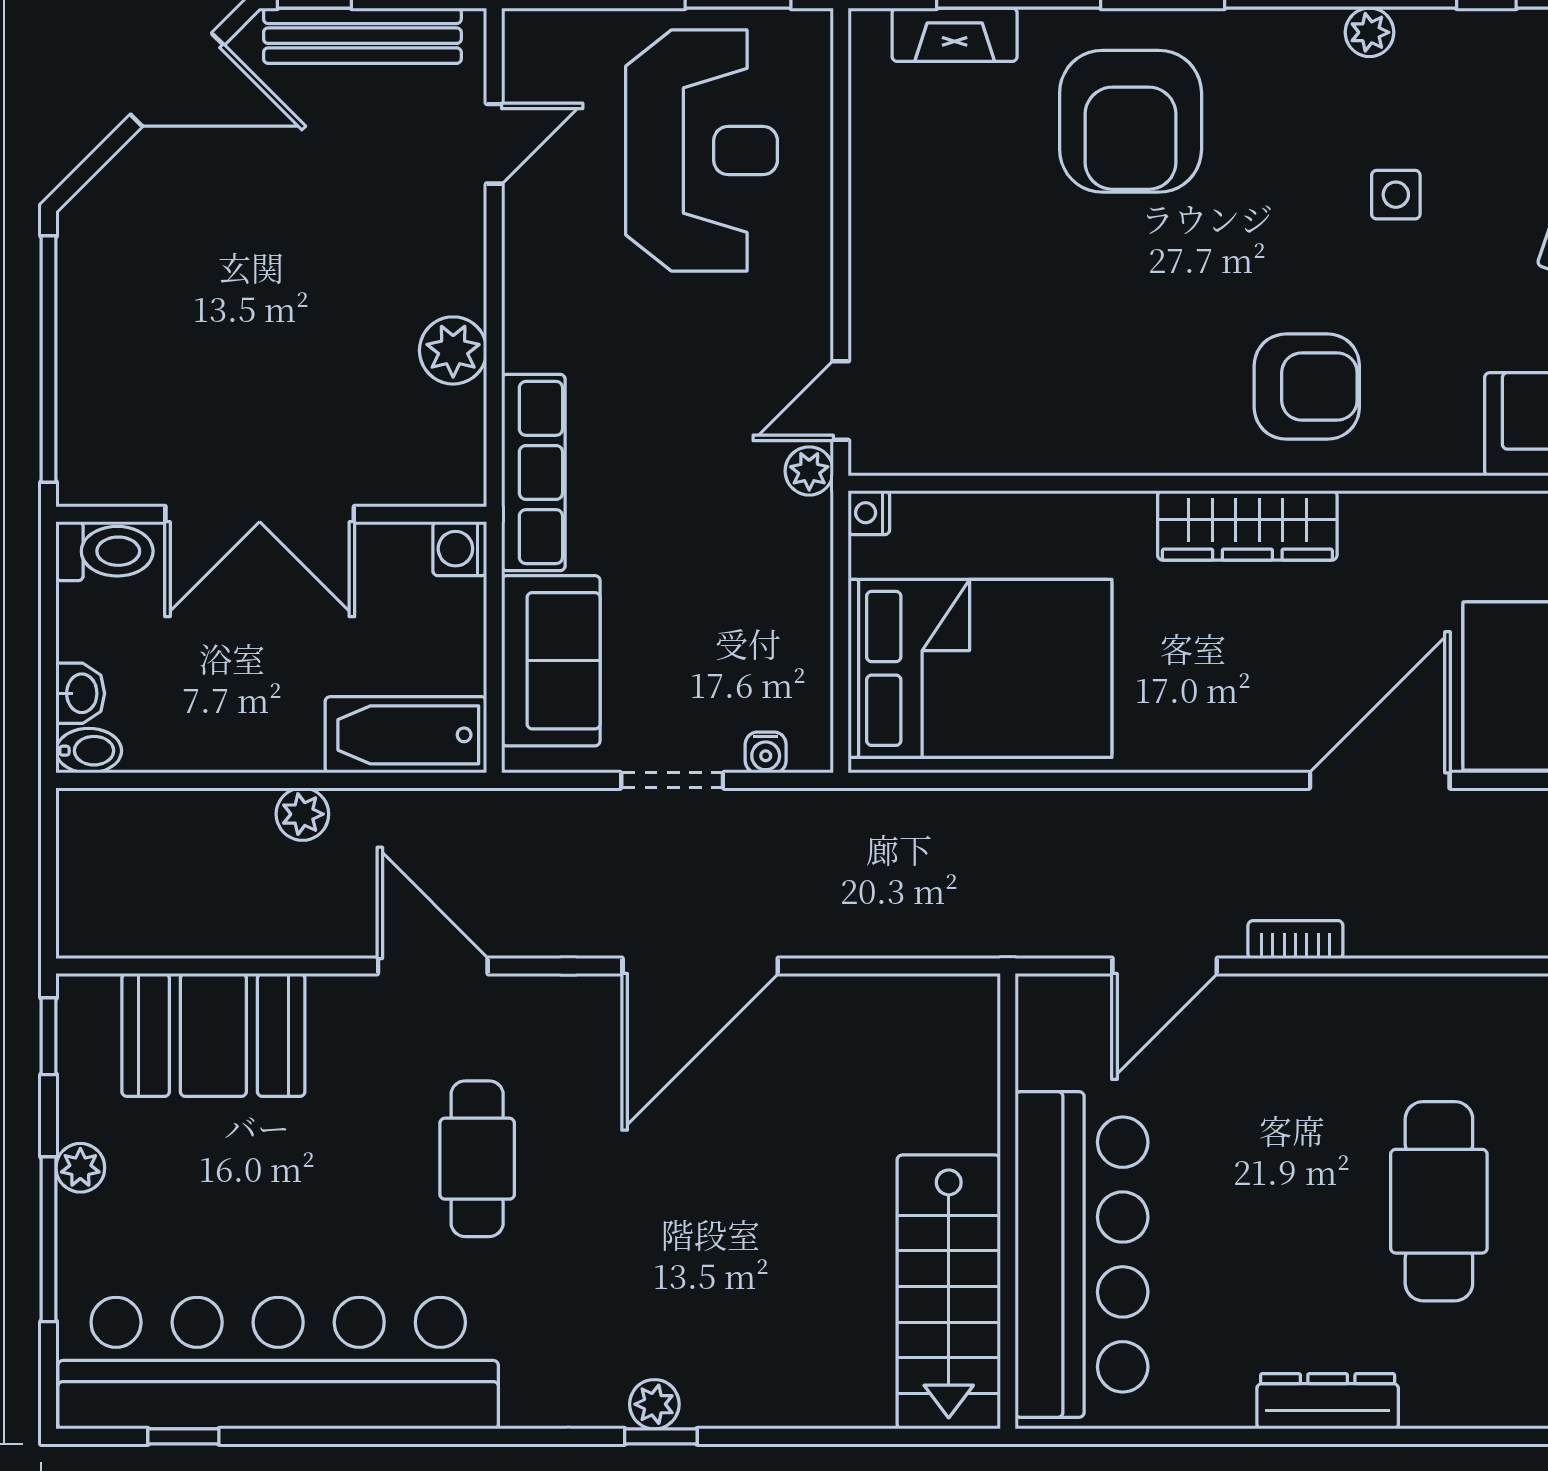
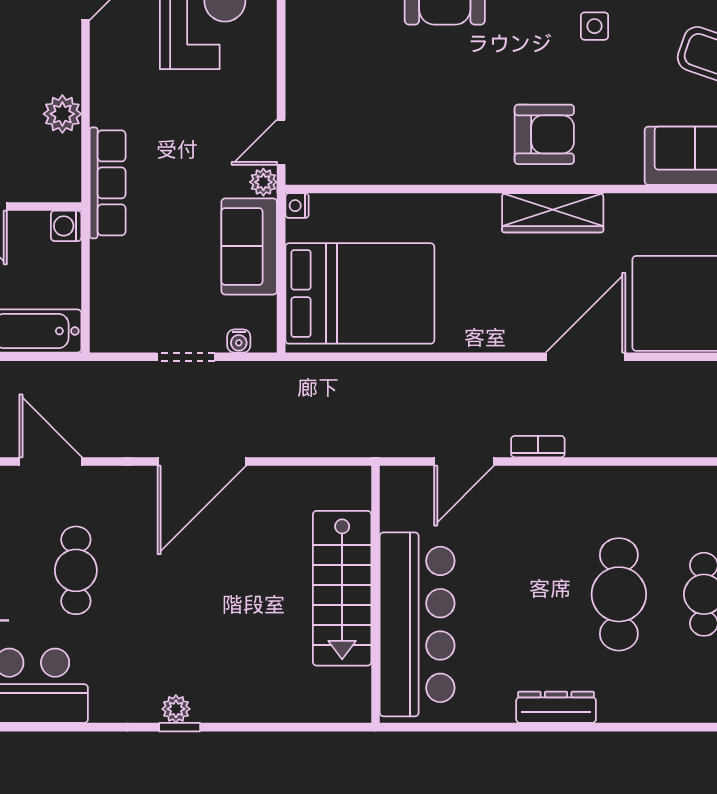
wardrobe: (1247, 525) -> (553, 213), moved
sofa: (551, 661) -> (249, 246), moved, turned 180
stairs: (949, 1292) -> (342, 588), moved

